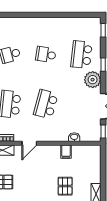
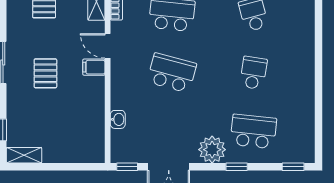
filing cabinet: (66, 152) -> (94, 67), moved
pallet: (65, 186) -> (45, 73), moved, turned 90

